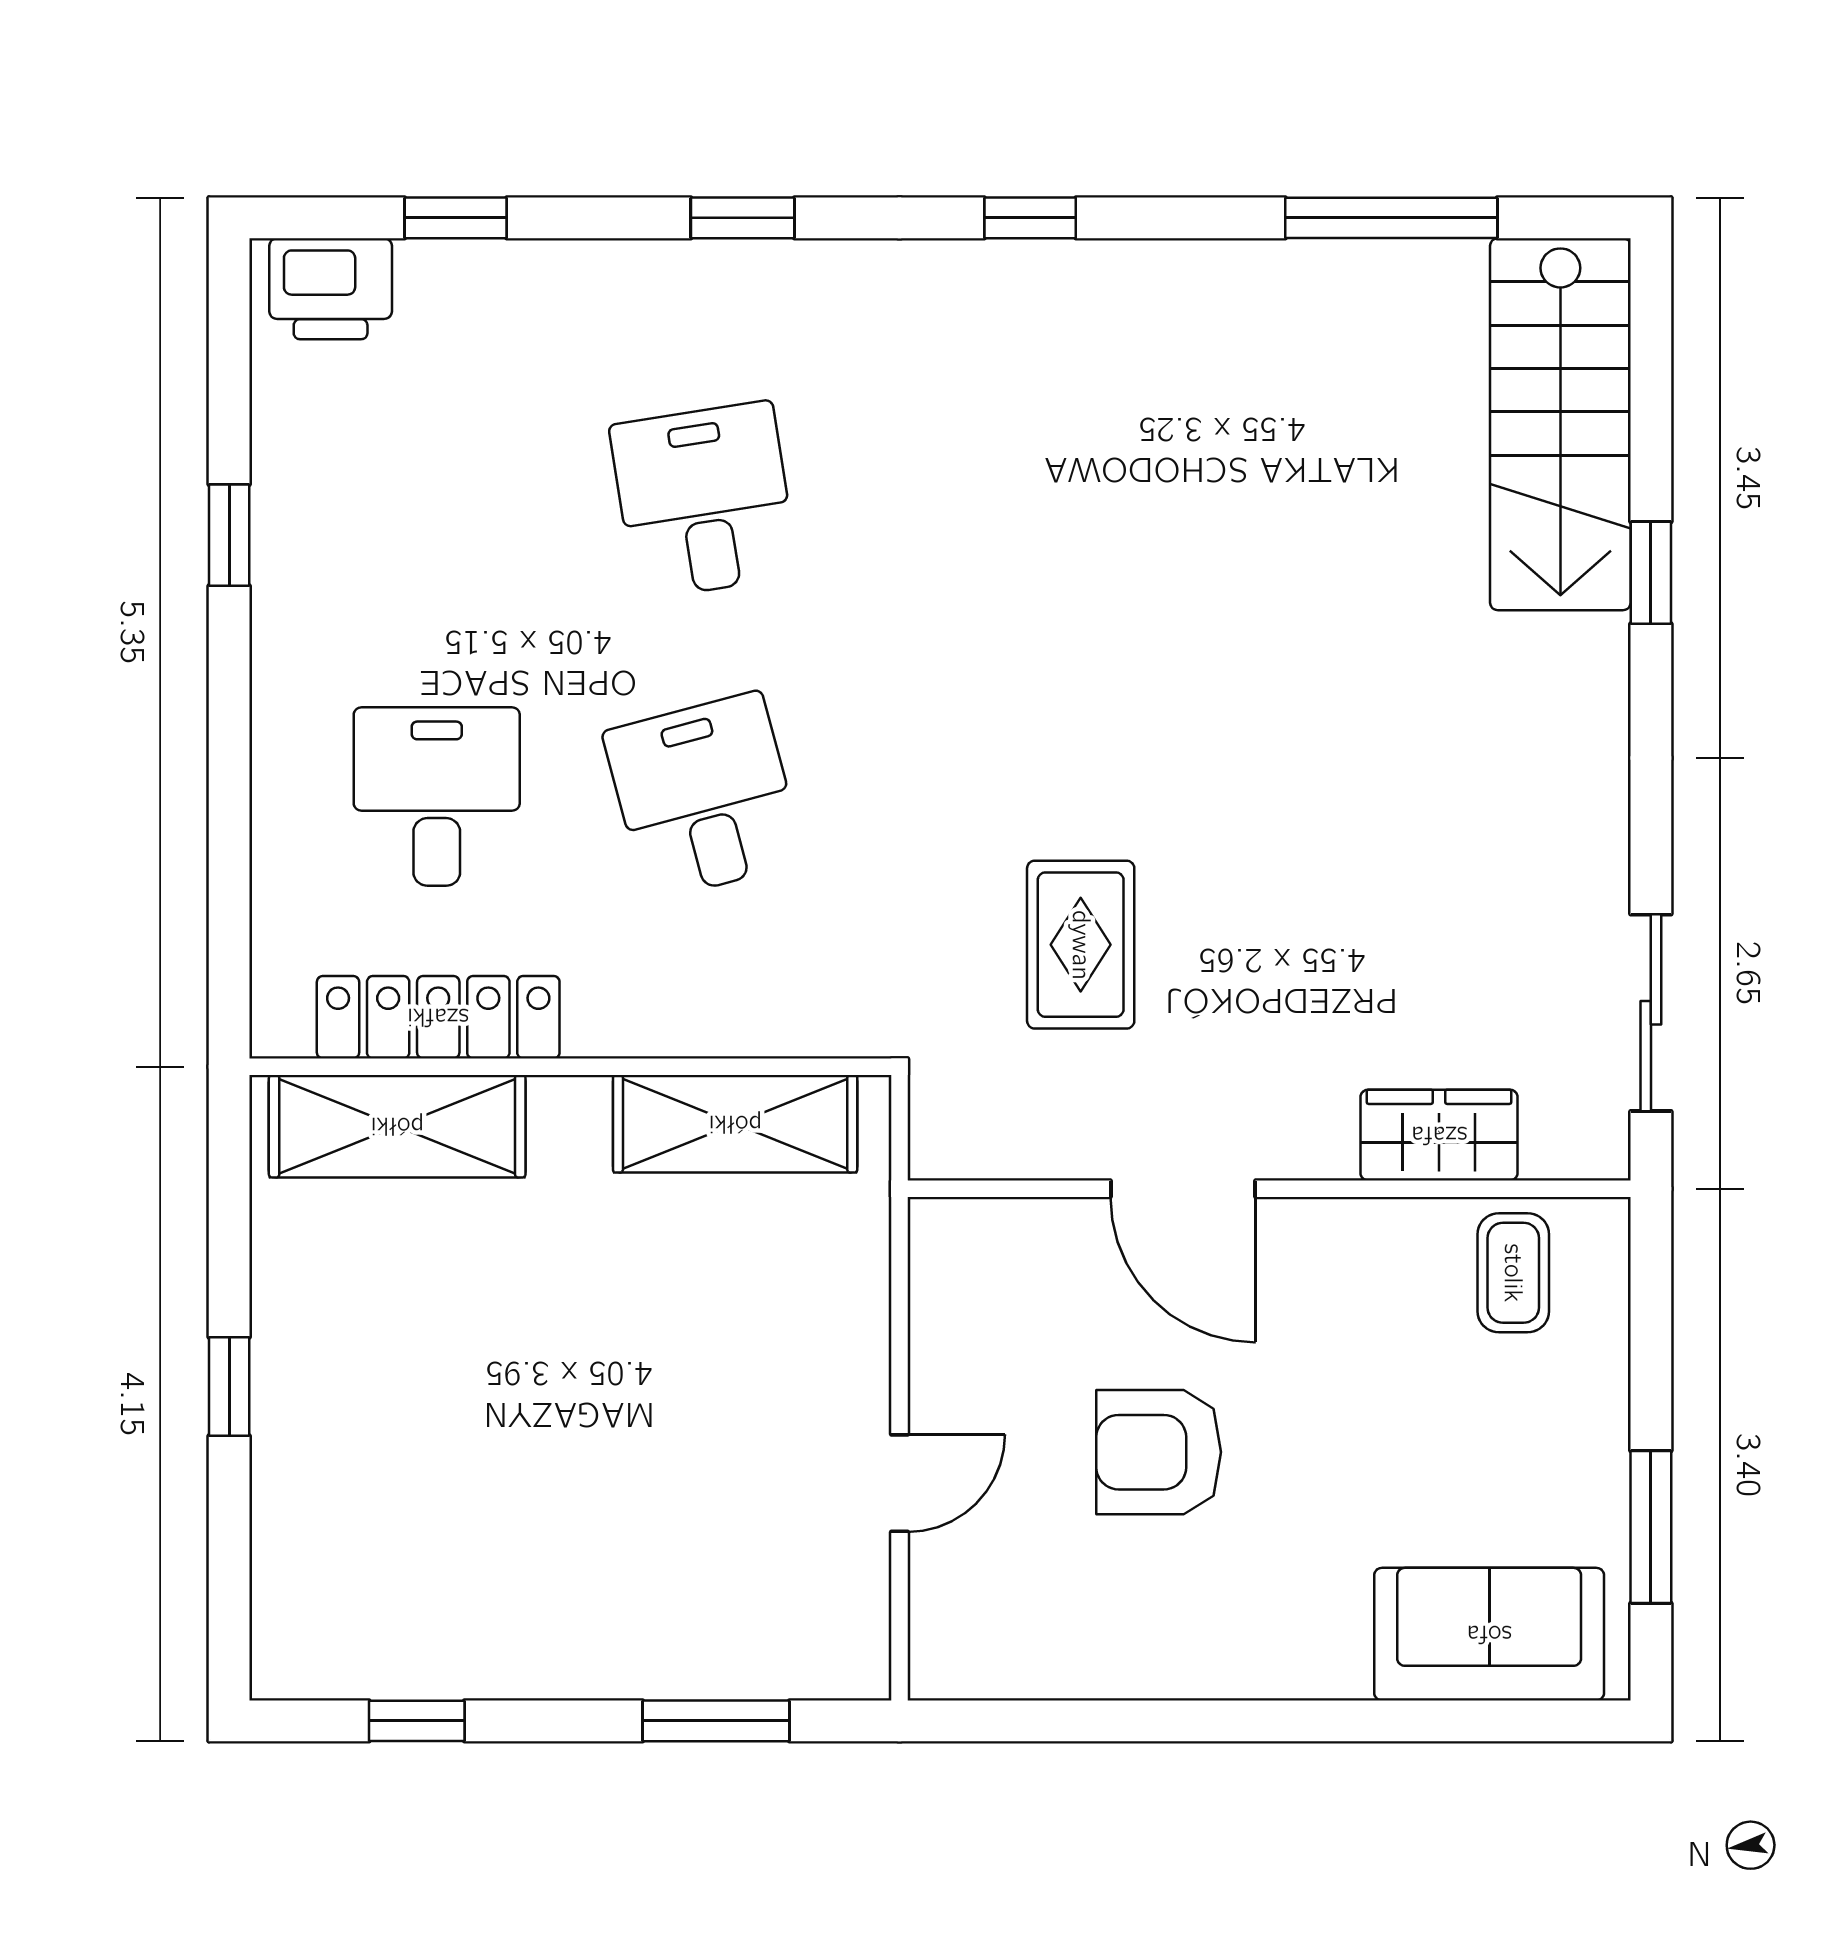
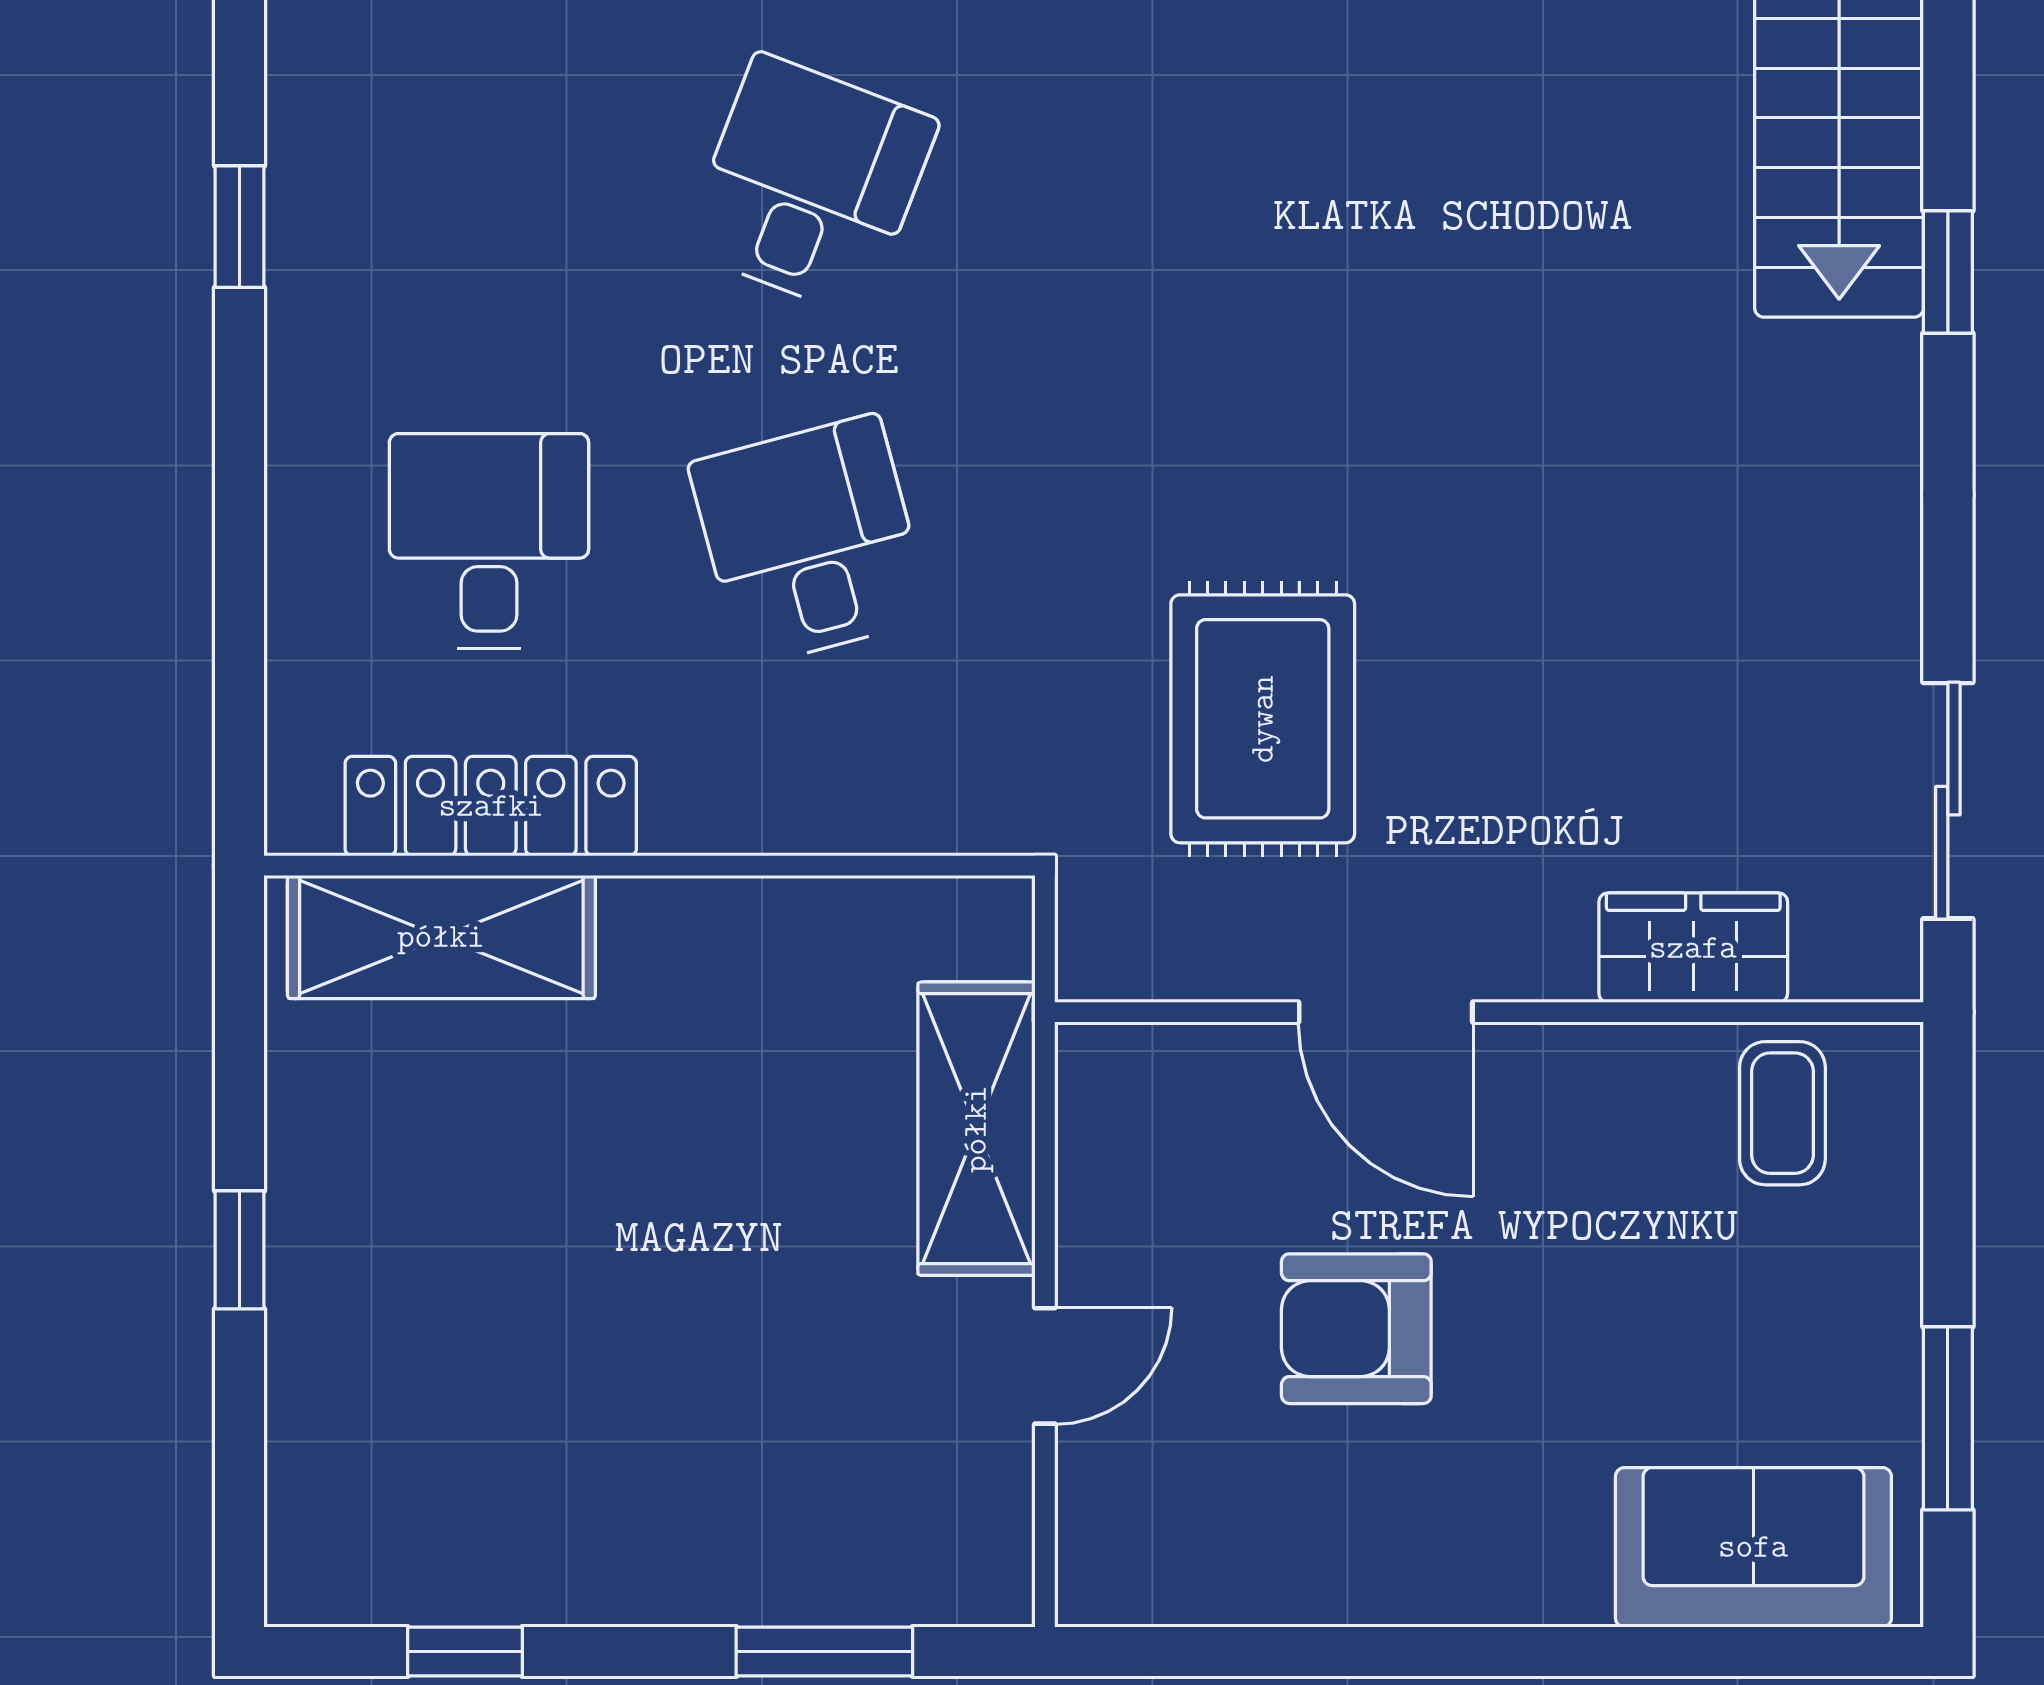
desk: (704, 500) -> (810, 185), turned 30
rug: (1081, 945) -> (1263, 719), width x1.36, depth x1.43
shelving: (735, 1124) -> (976, 1129), moved, turned 90

